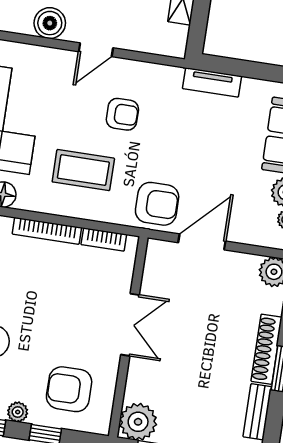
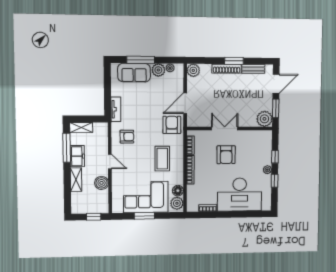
armchair: (122, 114) -> (127, 137), moved, turned 90
door: (202, 242) -> (185, 103), hinge flipped
armchair: (69, 389) -> (226, 155), moved

